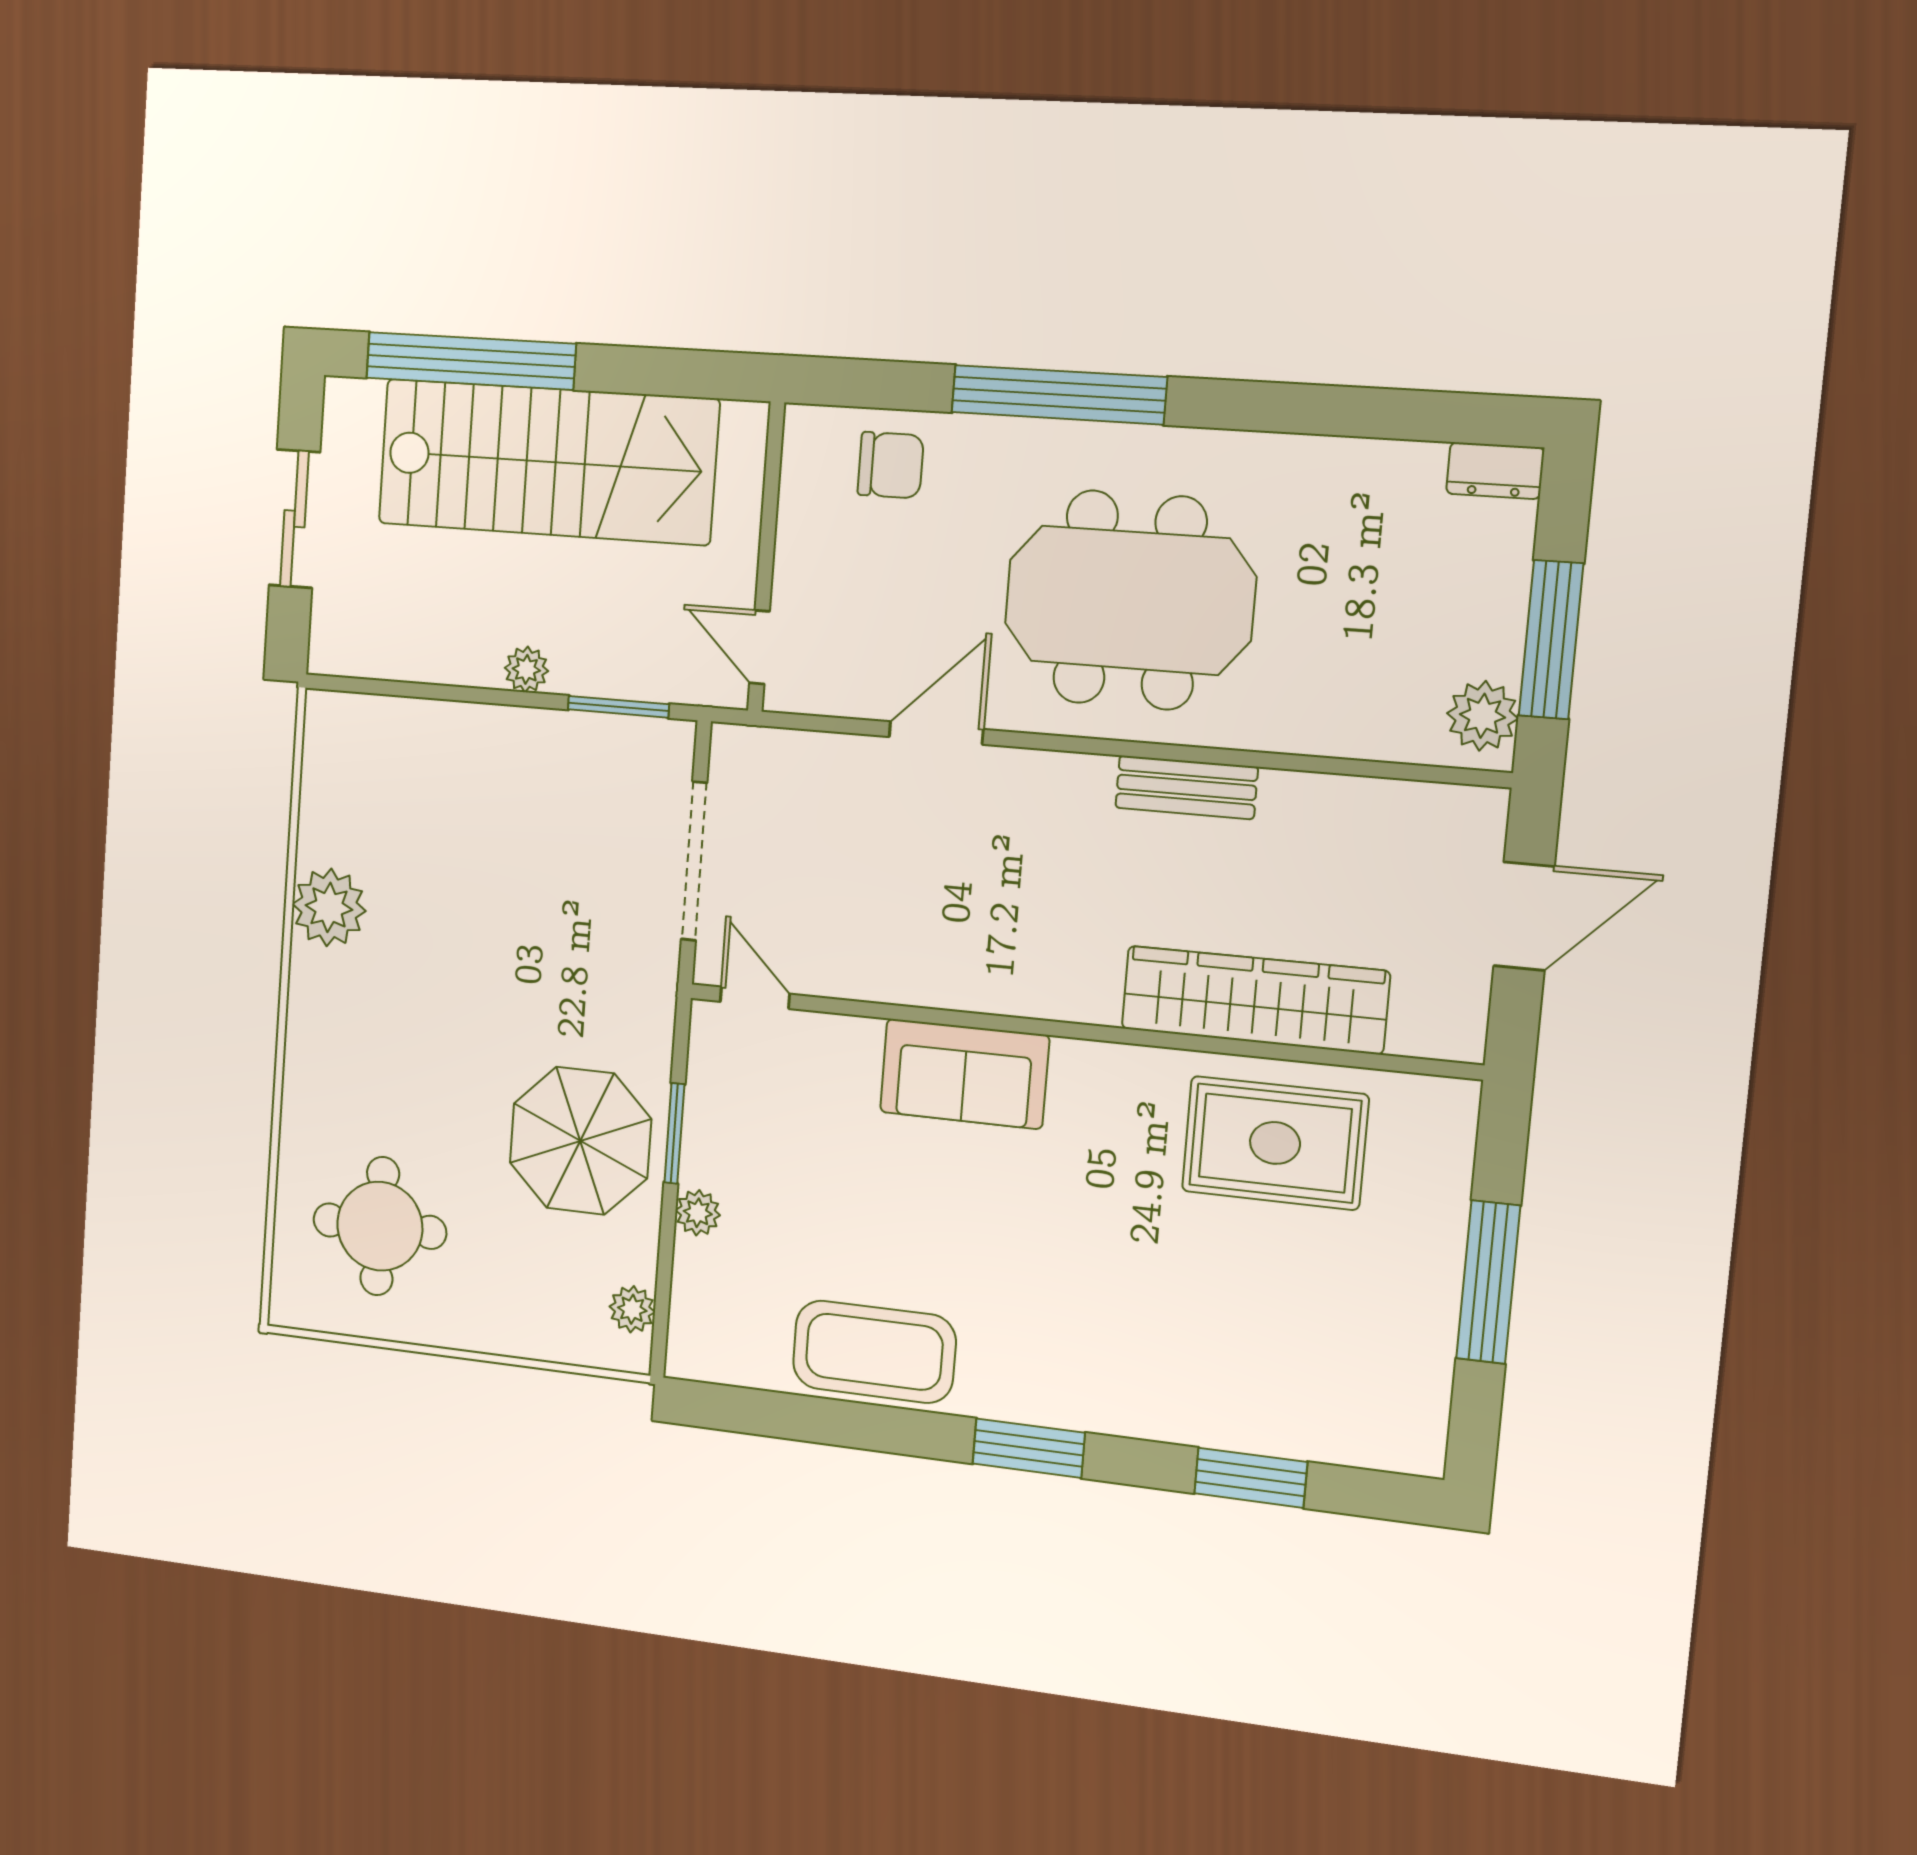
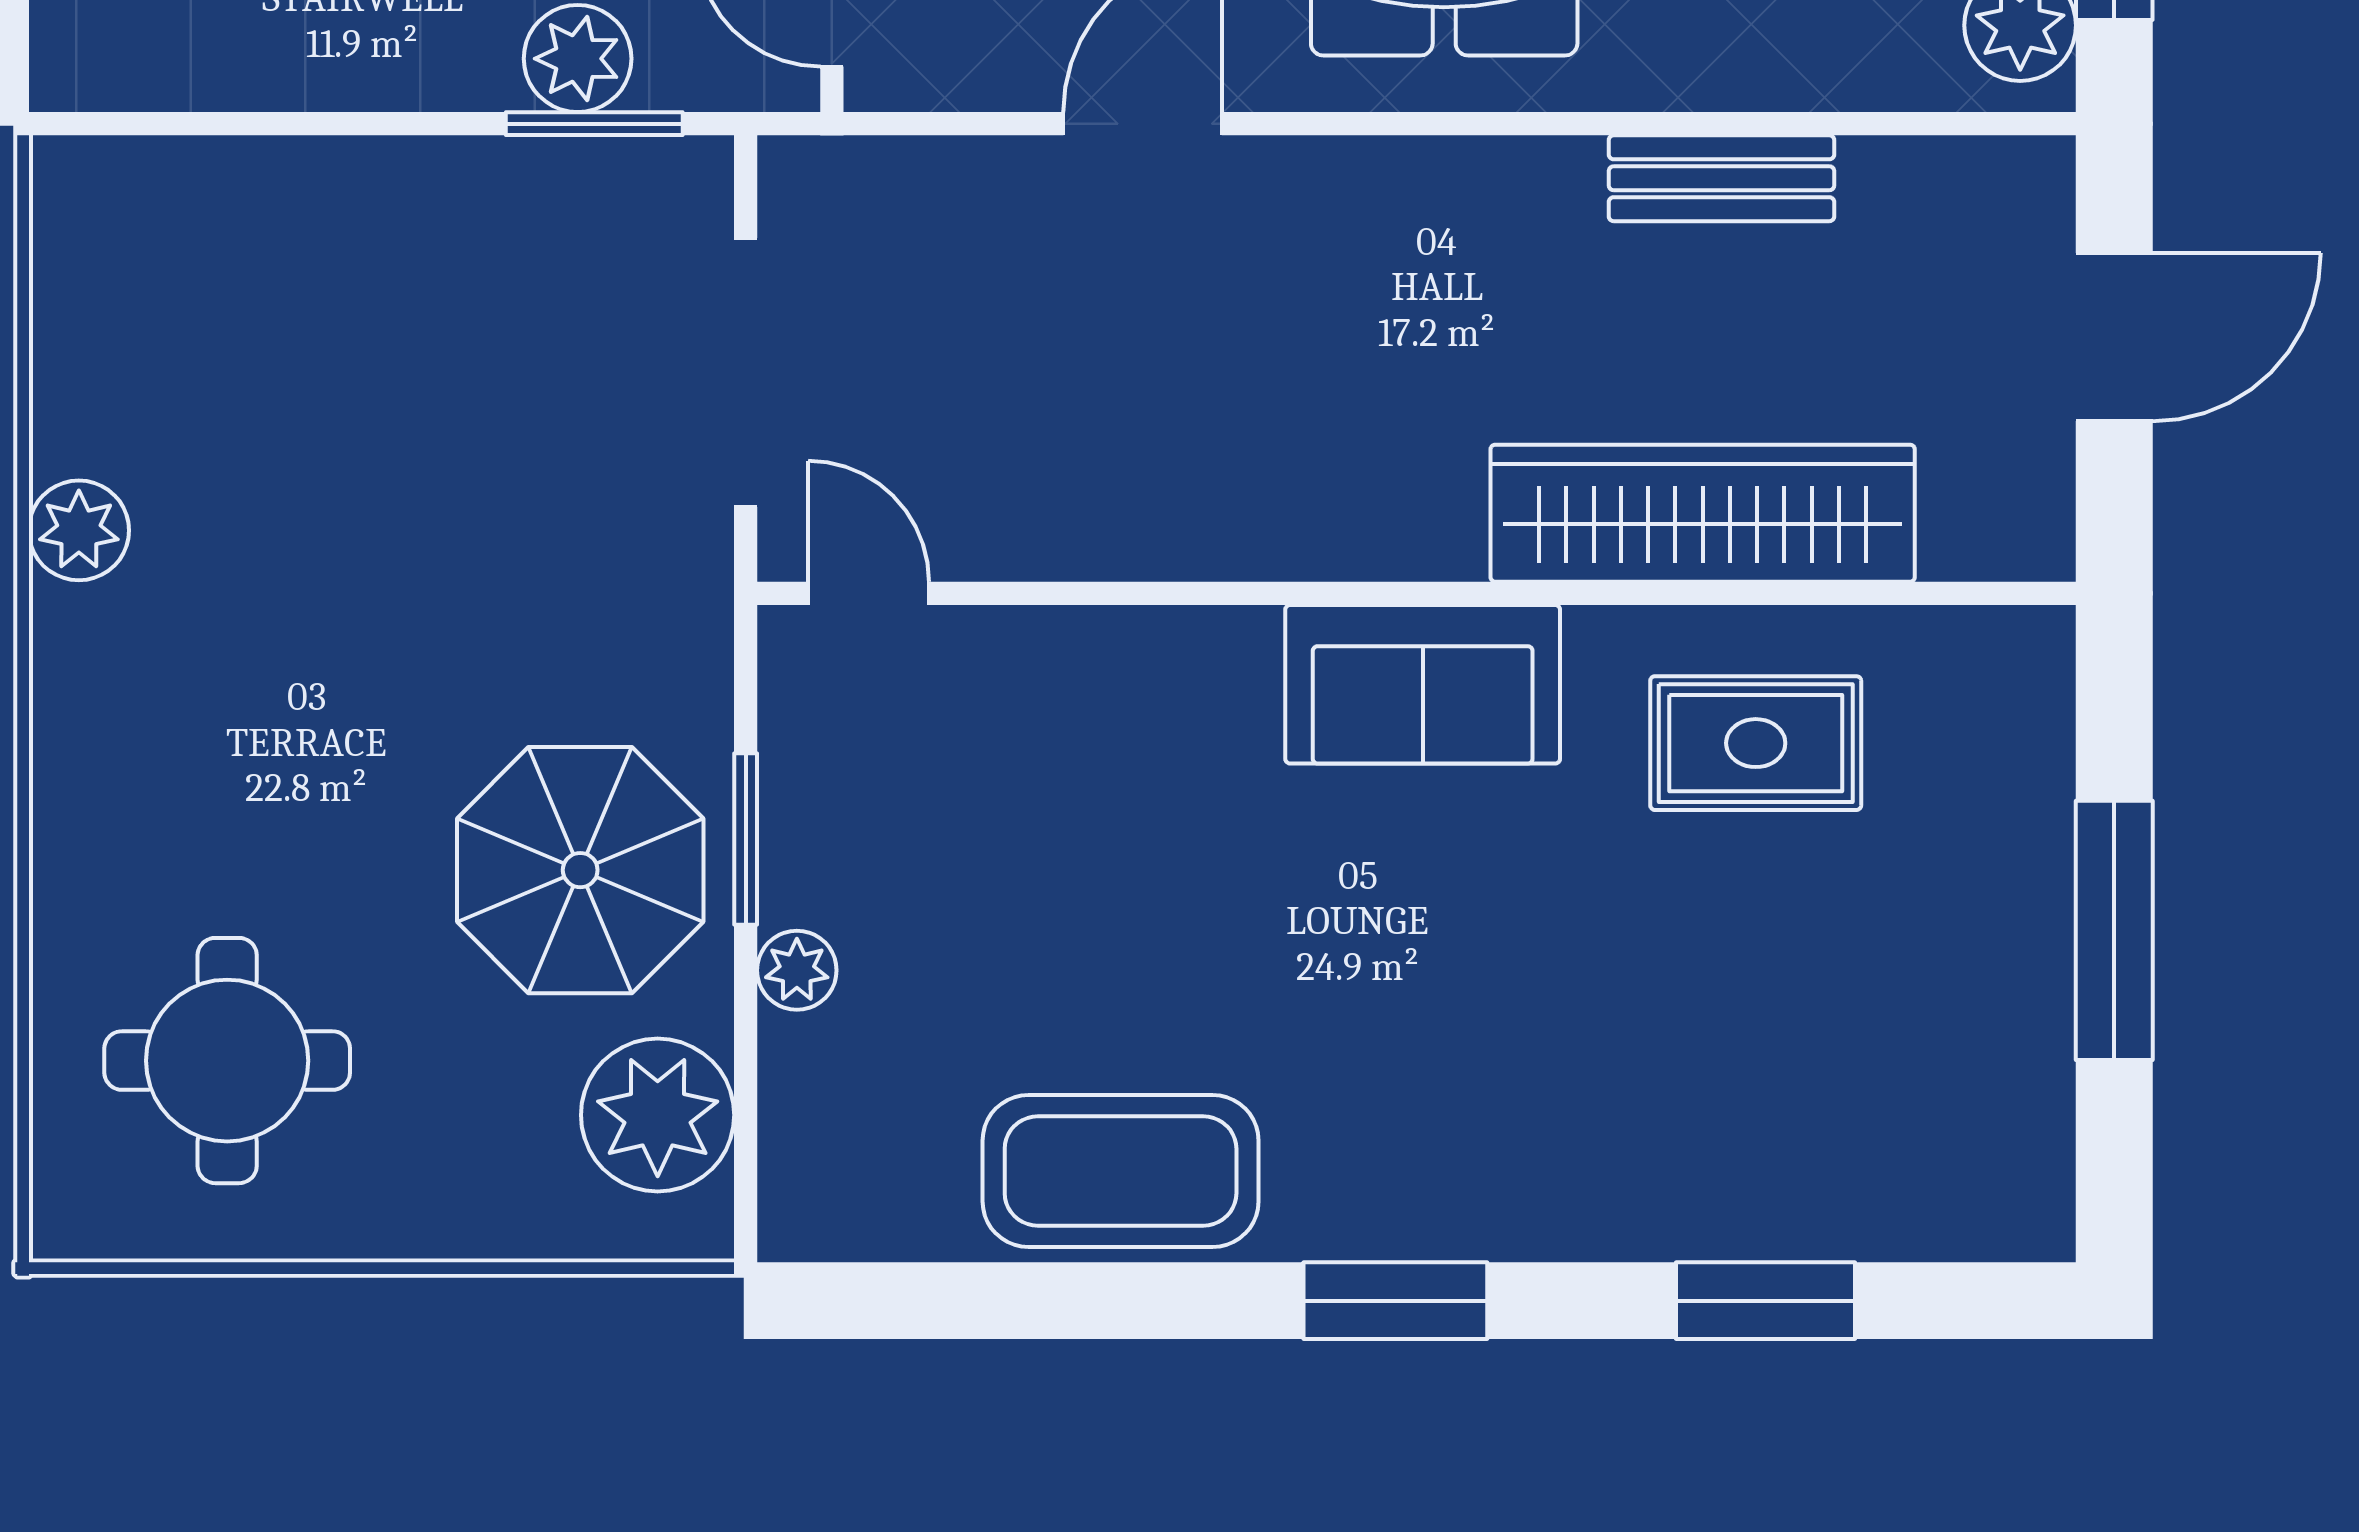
plant: (526, 669) -> (578, 59), moved, width x1.38, depth x1.38
bench: (1186, 787) -> (1722, 178), moved
plant: (329, 907) -> (79, 530), width x0.73, depth x0.73
sofa: (964, 1074) -> (1423, 684), moved
rug: (1275, 1143) -> (1756, 743), width x0.73, depth x0.70
plant: (632, 1309) -> (658, 1115), width x1.88, depth x1.88

